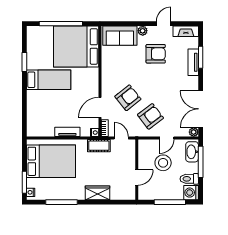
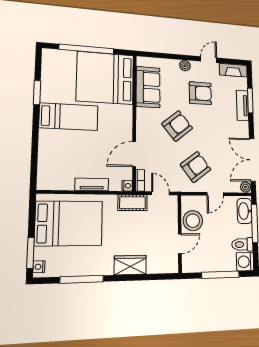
sofa: (120, 36) -> (148, 87), moved, turned -90
armchair: (128, 98) -> (177, 126), moved
stool: (163, 163) -> (193, 221), moved

